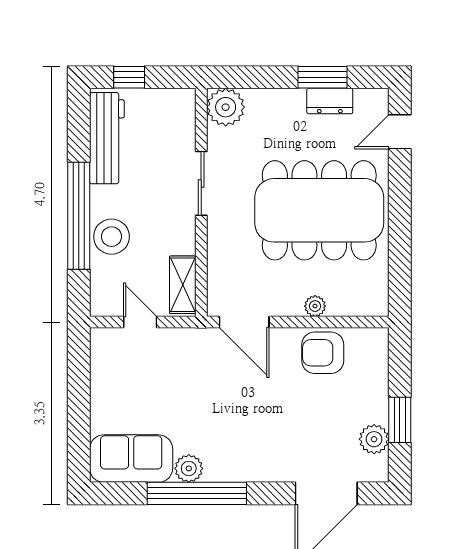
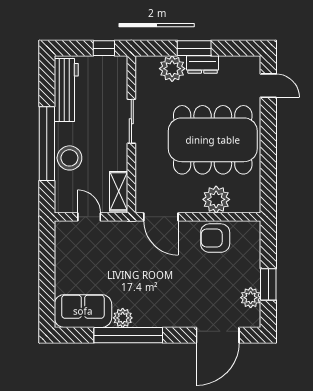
window: (129, 77) -> (104, 48), moved
window: (322, 77) -> (194, 48), moved
dresser: (330, 101) -> (203, 64), moved
plant: (226, 107) -> (172, 69), moved
door: (400, 132) -> (268, 86), swing flipped
plant: (315, 306) -> (216, 199), width x1.87, depth x1.87

